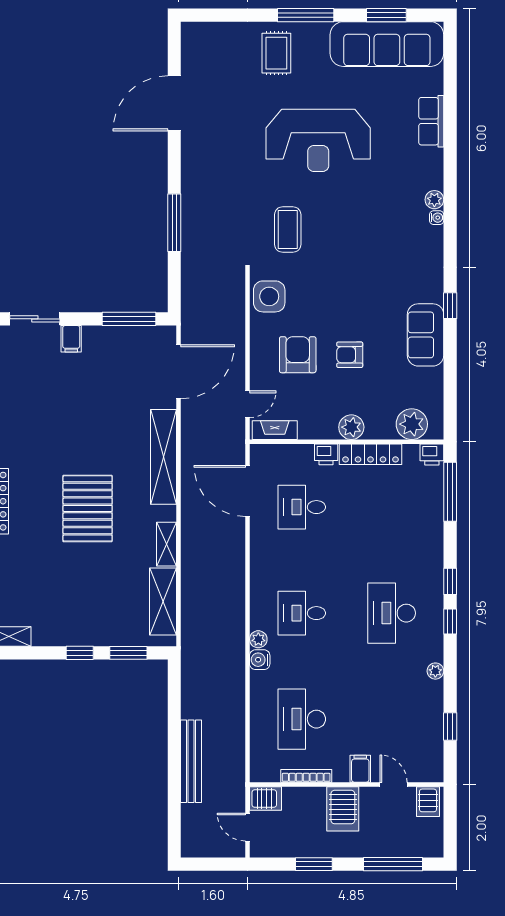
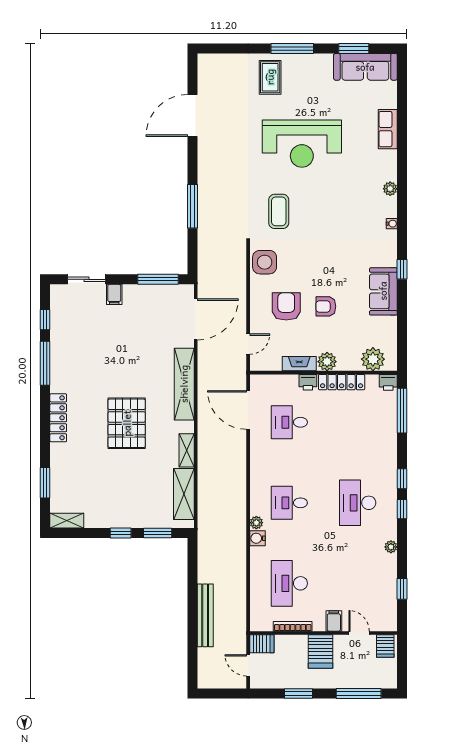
sofa: (387, 44) -> (365, 67), width x0.74, depth x0.79
water cooler: (437, 218) -> (392, 224), moved
fireplace: (275, 430) -> (299, 364), moved

